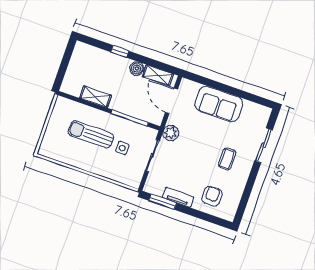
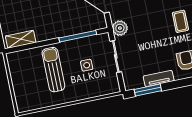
shelving: (95, 97) -> (21, 39), moved
sun lounger: (91, 134) -> (53, 70), turned 90

